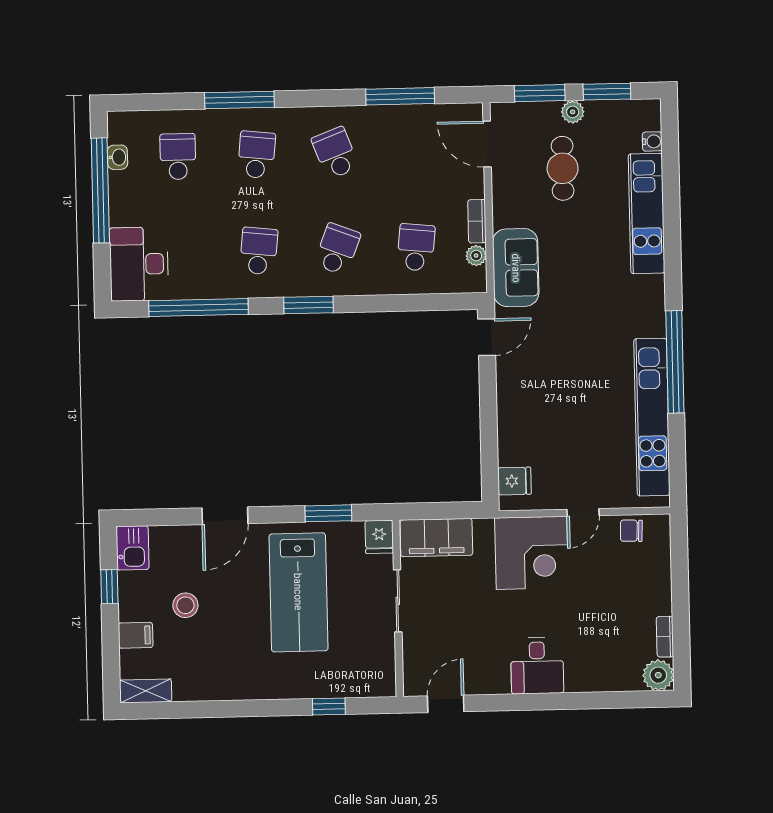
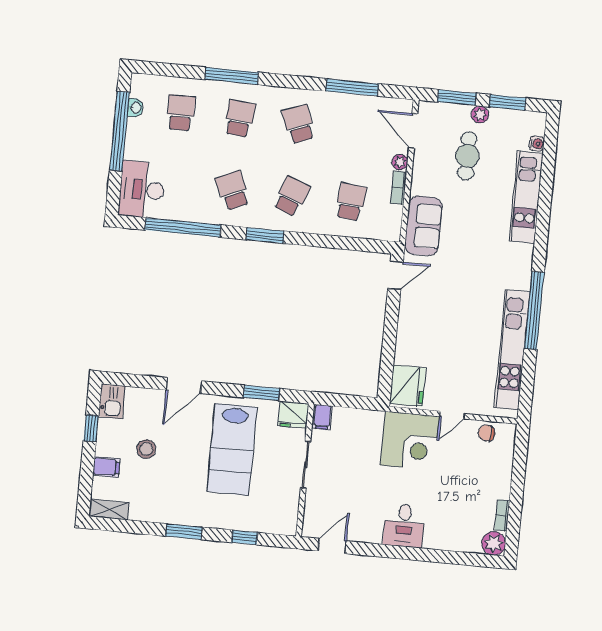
school desk: (259, 251) -> (233, 191), turned -30
plant: (476, 256) -> (400, 162), moved
fridge: (514, 481) -> (408, 386), width x1.88, depth x1.34
fridge: (379, 537) -> (293, 415), width x1.38
filing cabinet: (436, 538) -> (322, 417), width x0.33, depth x0.86
window: (248, 708) -> (184, 532), added

